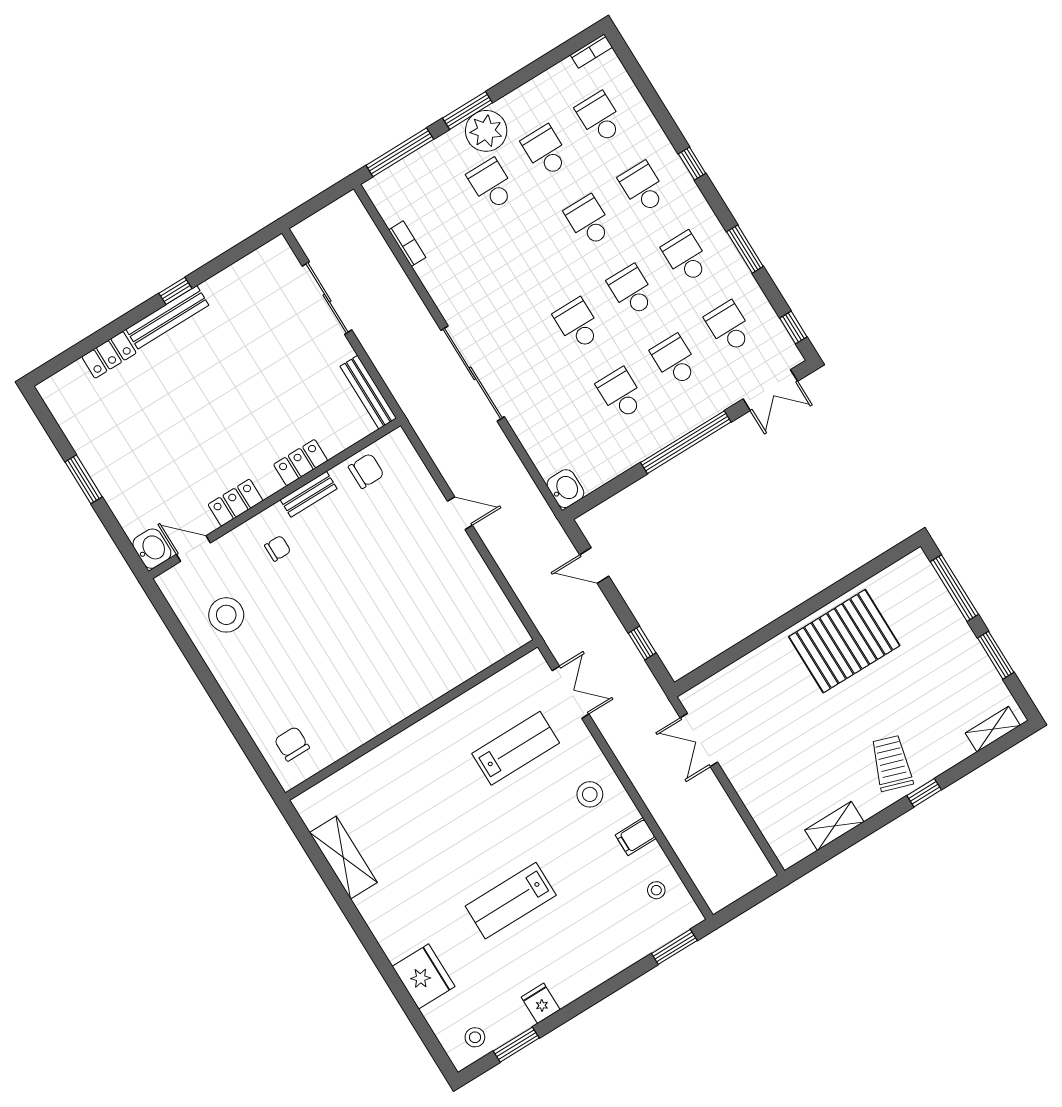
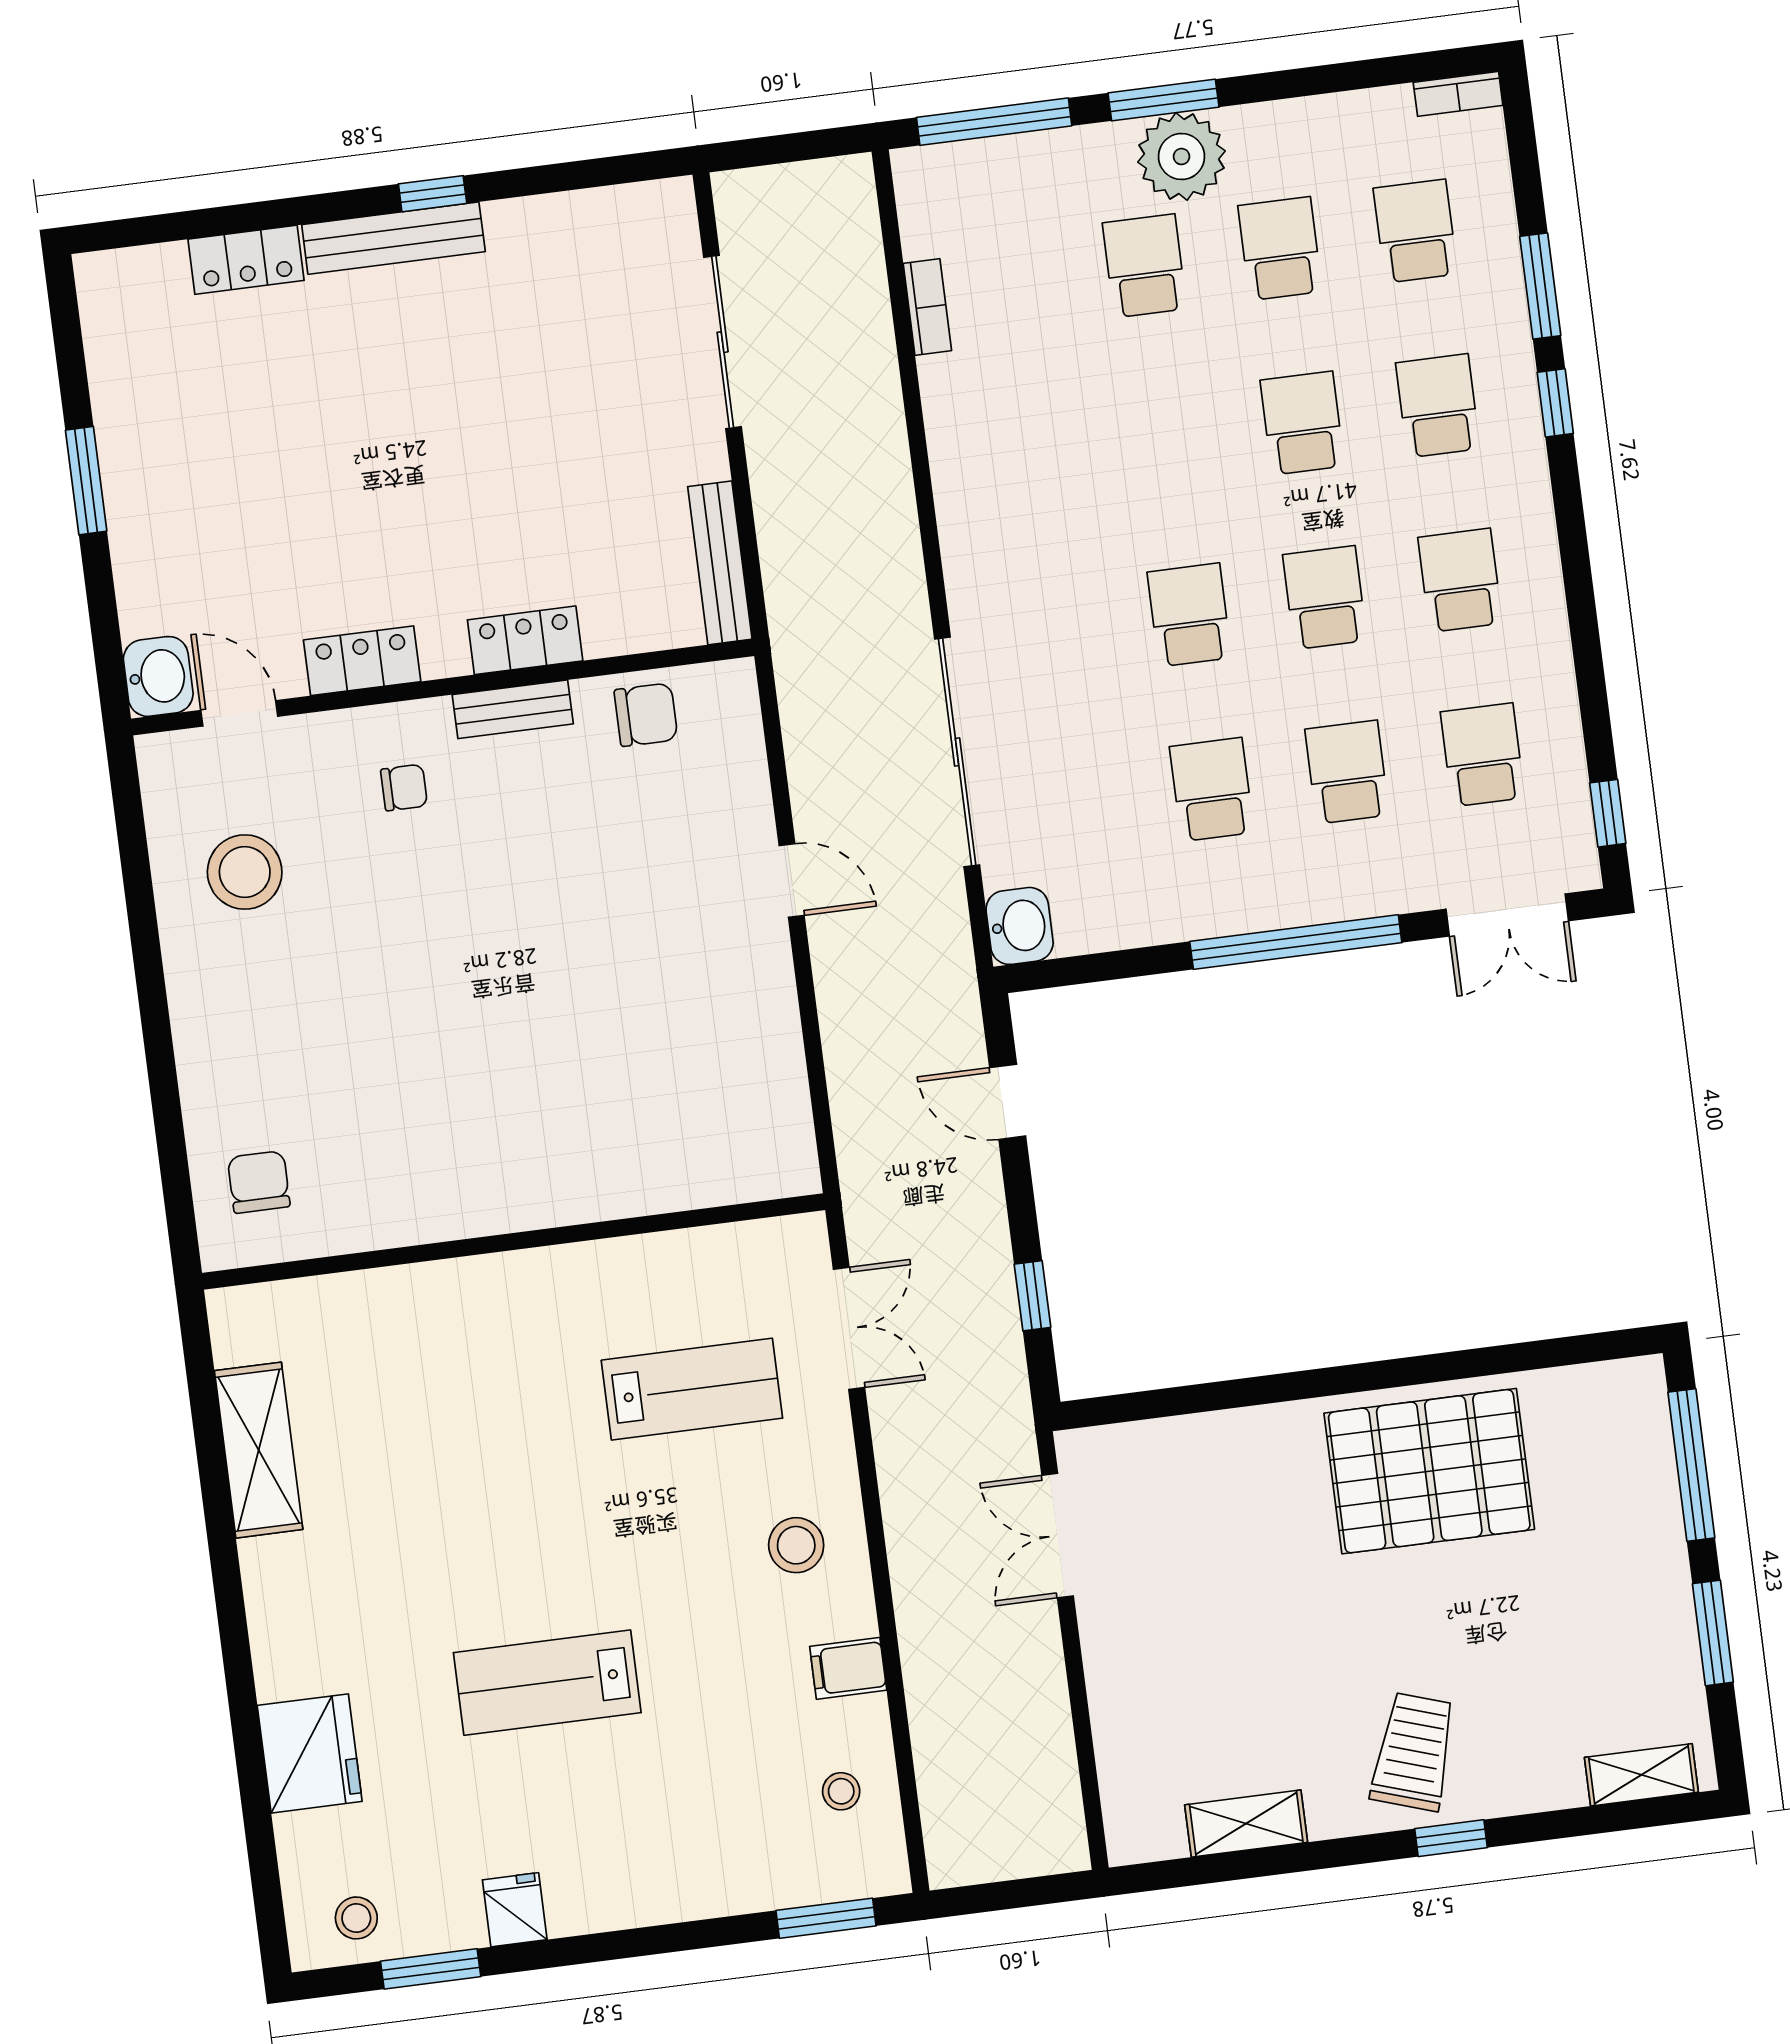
window: (745, 249) -> (1540, 286), moved
sliding door: (473, 373) -> (957, 752), moved

